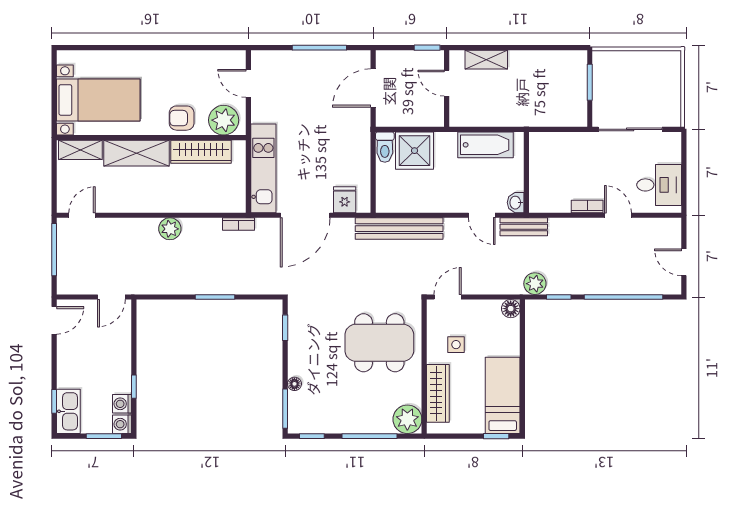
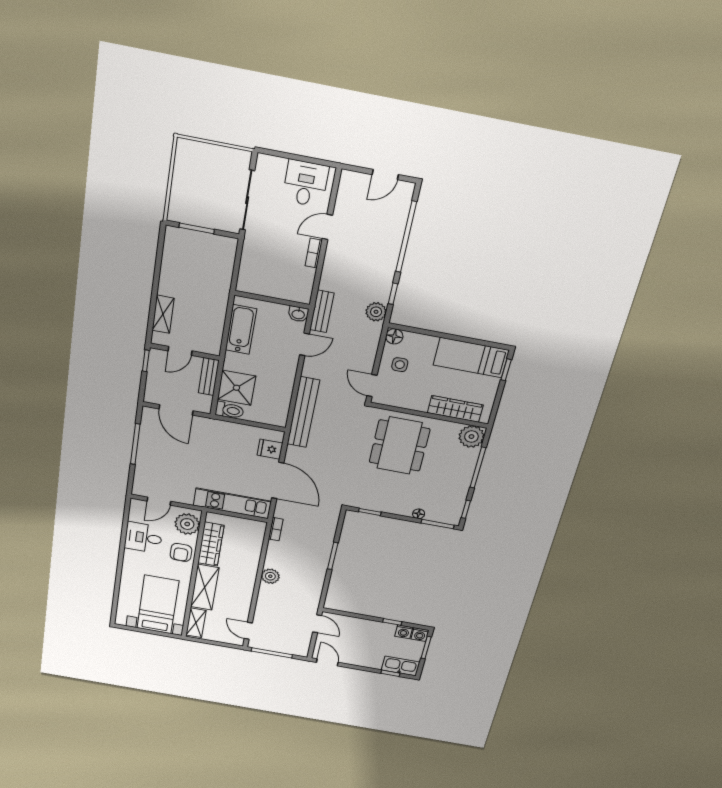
desk: (193, 71) -> (143, 538), added
bench: (422, 118) -> (209, 377), added
side table: (456, 345) -> (400, 365), moved

